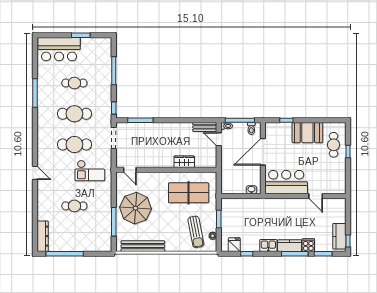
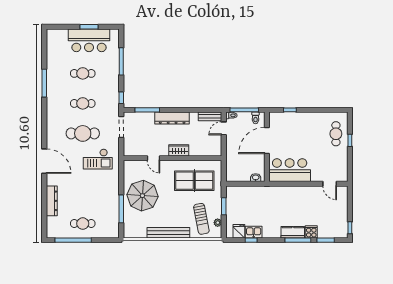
bar counter: (59, 49) -> (89, 40), moved
cafe table: (74, 114) -> (83, 103), width x0.73, depth x0.74
dresser: (166, 129) -> (172, 118), added
booth: (307, 133) -> (310, 122), removed
door: (219, 139) -> (224, 128), hinge flipped
wardrobe: (184, 162) -> (179, 150), moved
door: (130, 170) -> (153, 158), moved
door: (35, 173) -> (44, 161), width x1.87
door: (316, 196) -> (330, 184), moved
cafe table: (74, 206) -> (83, 224), moved
dresser: (43, 236) -> (52, 201), moved
kitchen counter: (339, 236) -> (342, 223), removed
kitchen sink: (268, 245) -> (254, 232), moved
bench: (143, 246) -> (168, 233), moved

